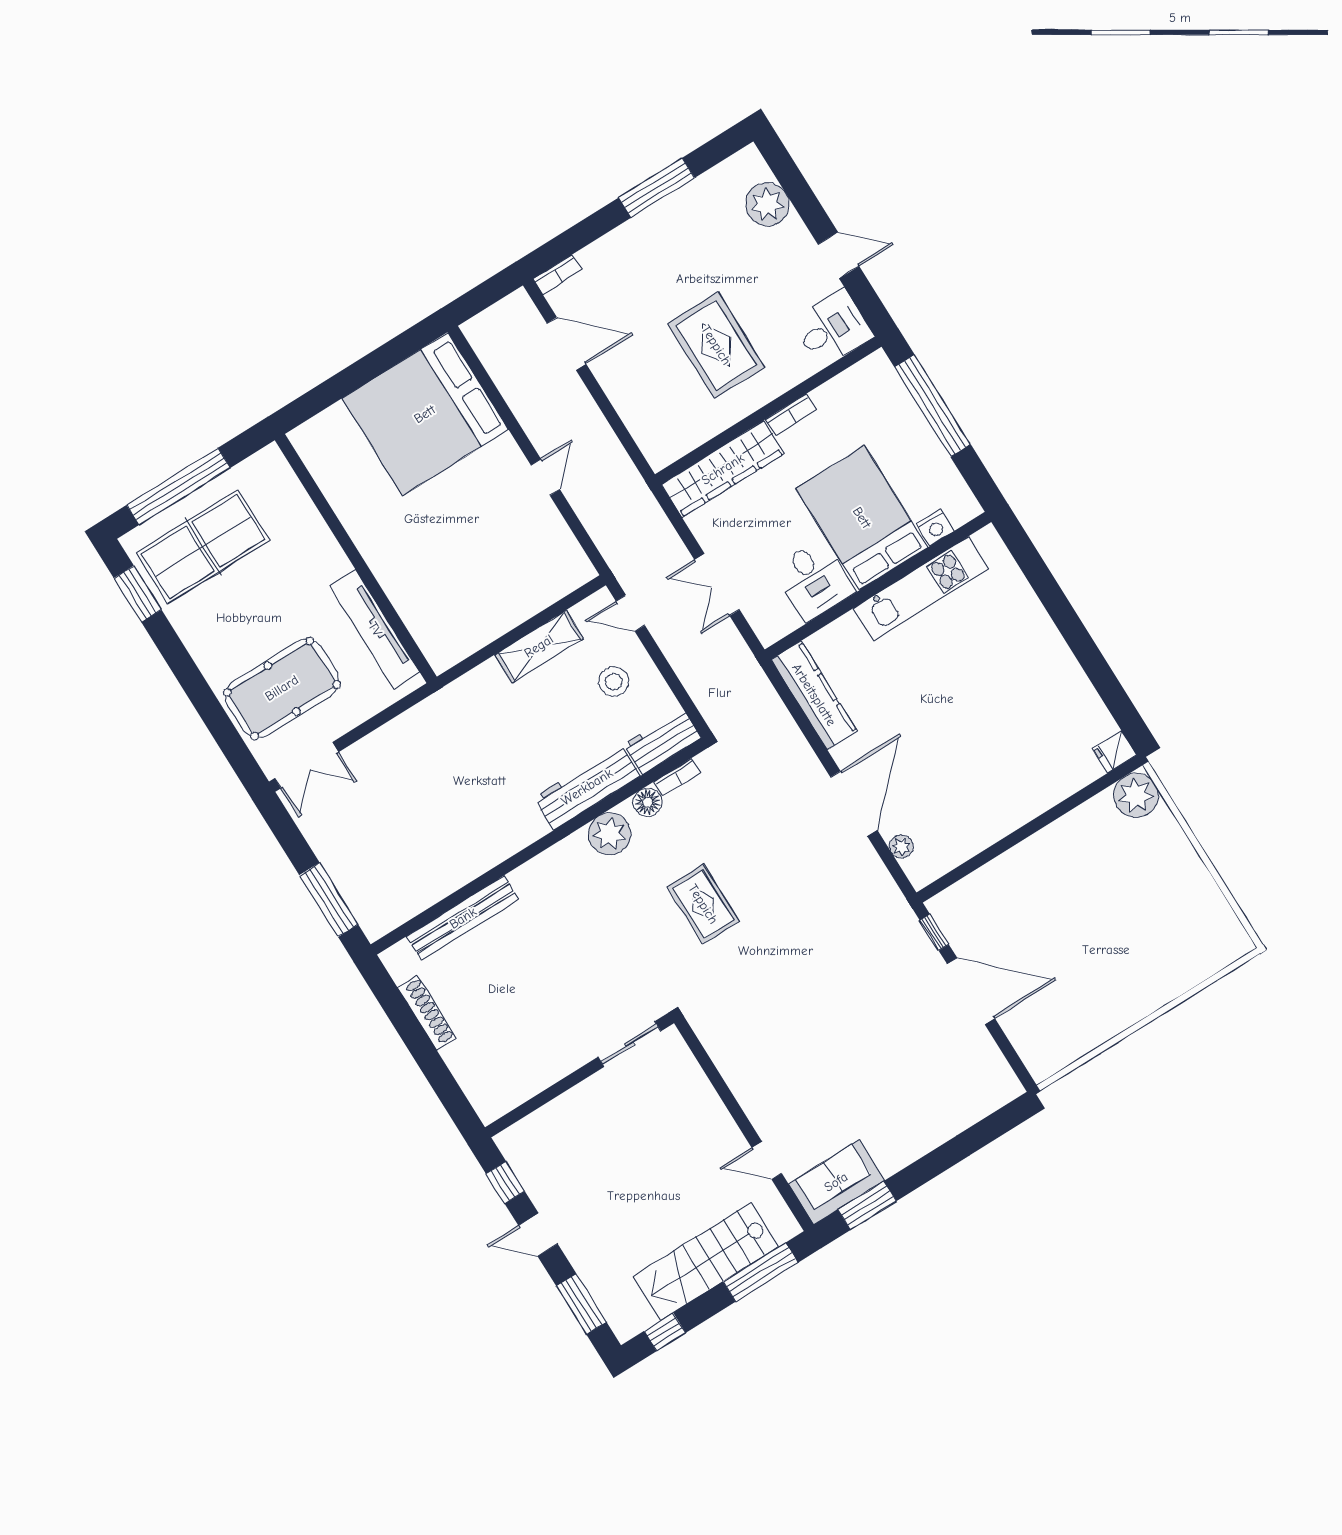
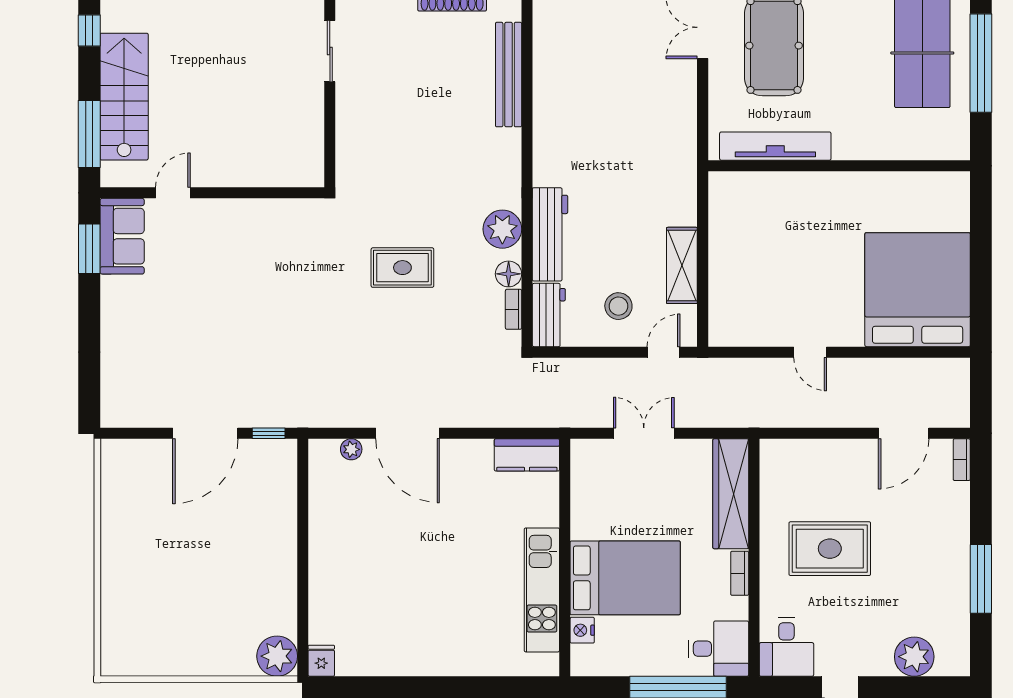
desk: (814, 580) -> (719, 649), moved, turned 180
kitchen counter: (814, 695) -> (527, 455), width x0.67
sliding door: (630, 1044) -> (330, 51), moved

